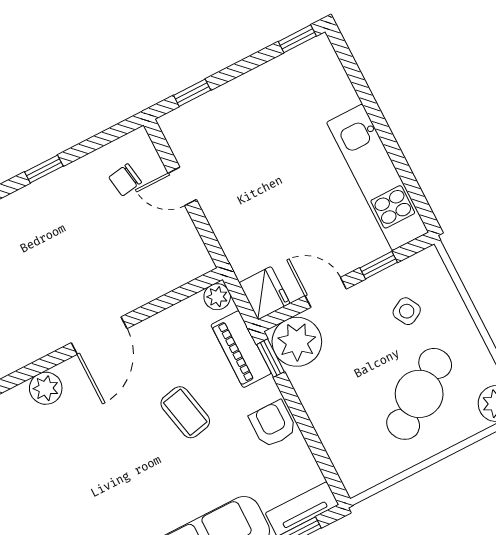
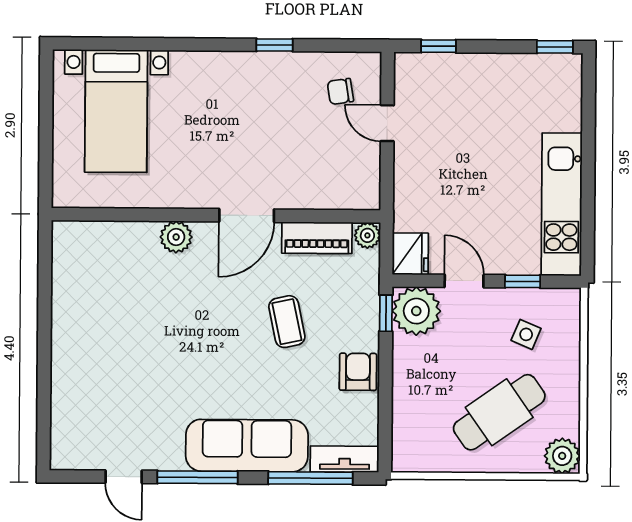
side table: (407, 311) -> (526, 334), turned -38
piano: (241, 349) -> (317, 238), moved, turned -90

